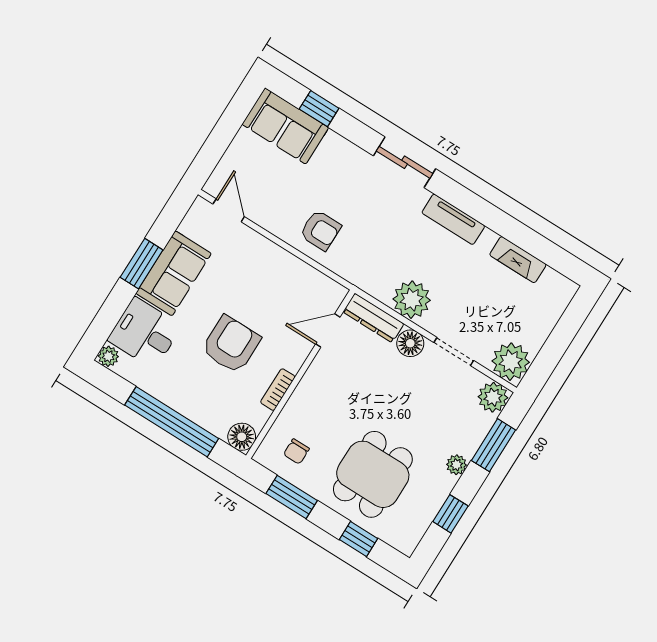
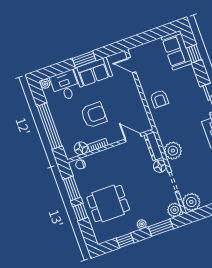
door: (229, 210) -> (131, 65), swing flipped
floor lamp: (242, 437) -> (81, 148), moved
chair: (296, 452) -> (80, 164), moved
window: (358, 539) -> (80, 212), moved

